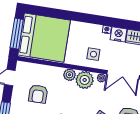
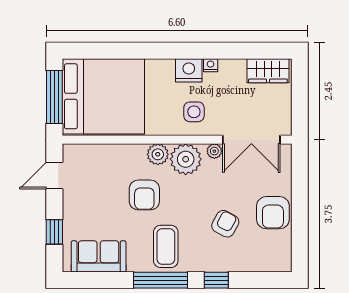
nightstand: (118, 34) -> (189, 70), moved
armchair: (38, 94) -> (144, 195), moved

